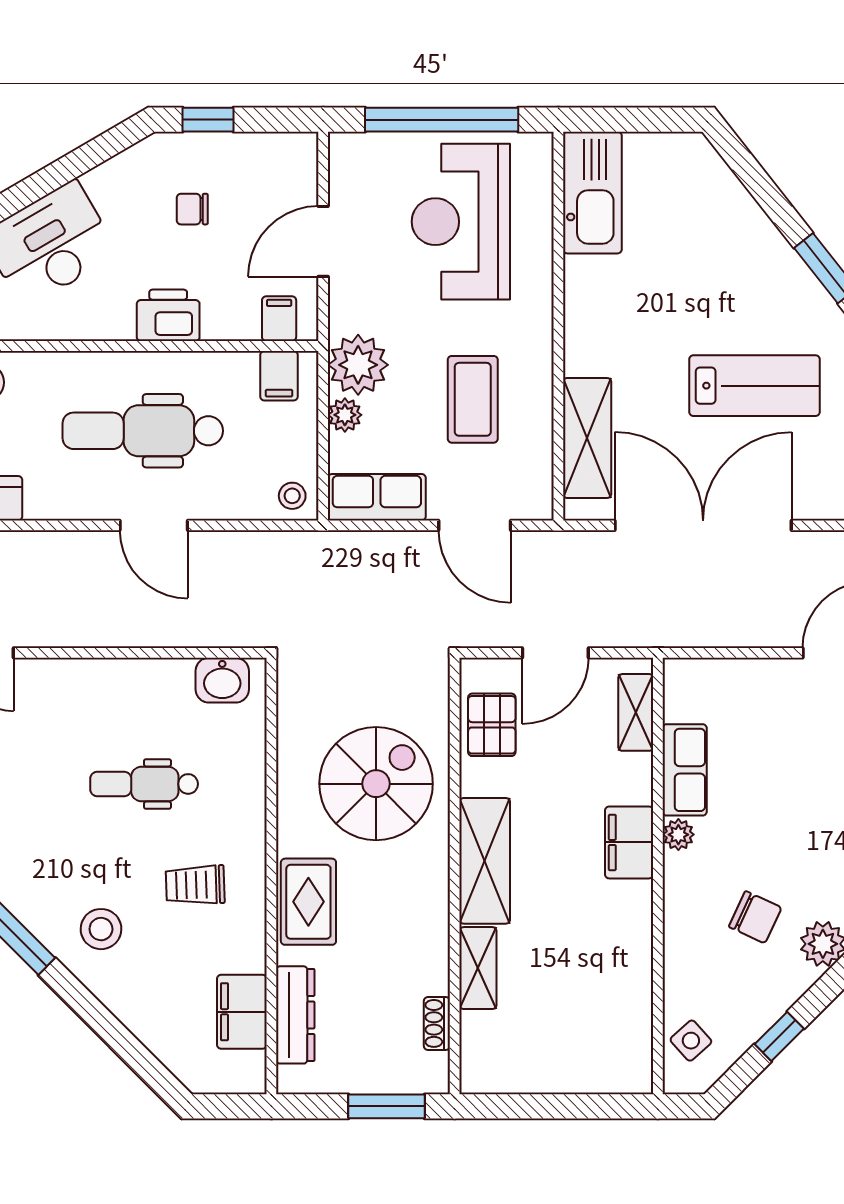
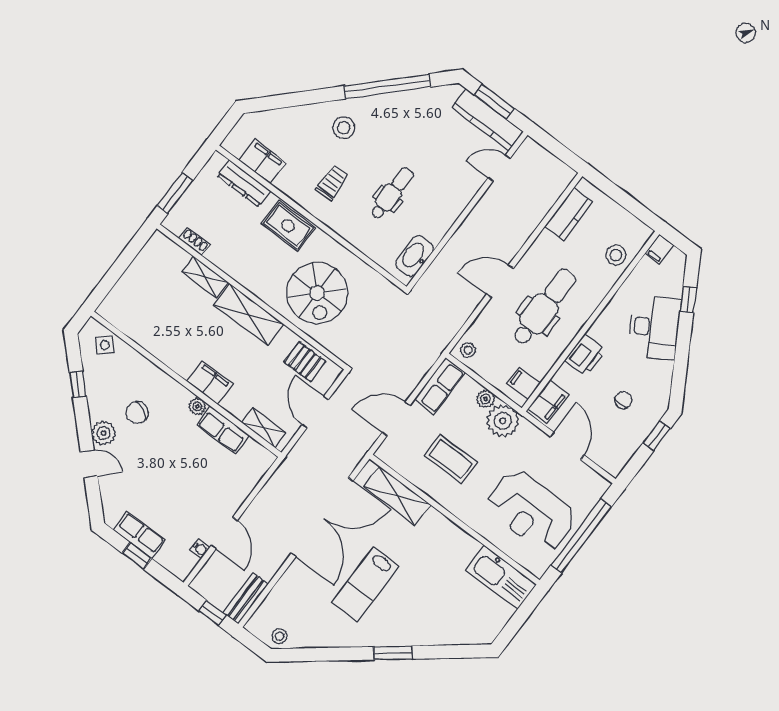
reception desk: (461, 222) -> (531, 511), turned 180
filing cabinet: (279, 319) -> (548, 402), width x2.00
washbasin: (222, 680) -> (415, 256), width x1.38

